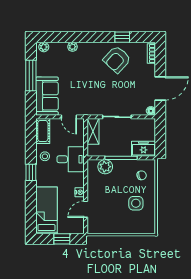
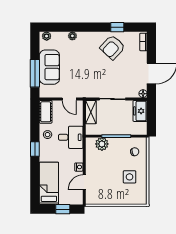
window: (31, 76) -> (35, 73), moved
sofa: (47, 96) -> (49, 67), moved
freezer: (143, 149) -> (140, 111), moved, turned -90

